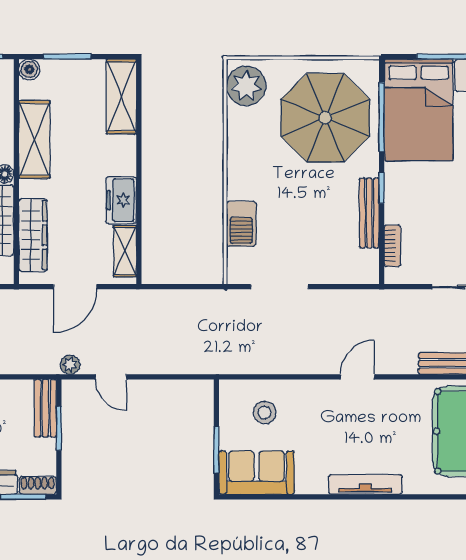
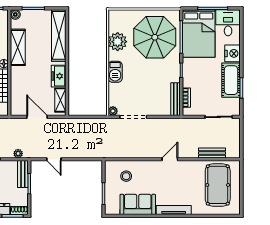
plant: (246, 86) -> (118, 42), moved
shelving: (121, 96) -> (59, 35), width x1.47
bench: (369, 213) -> (176, 99), moved
barbecue: (241, 224) -> (115, 72), moved
wardrobe: (33, 235) -> (17, 92), removed
plant: (236, 274) -> (113, 111), added
door: (75, 287) -> (37, 117), swing flipped
plant: (70, 365) -> (18, 154), moved
sofa: (257, 473) -> (138, 204), moved

